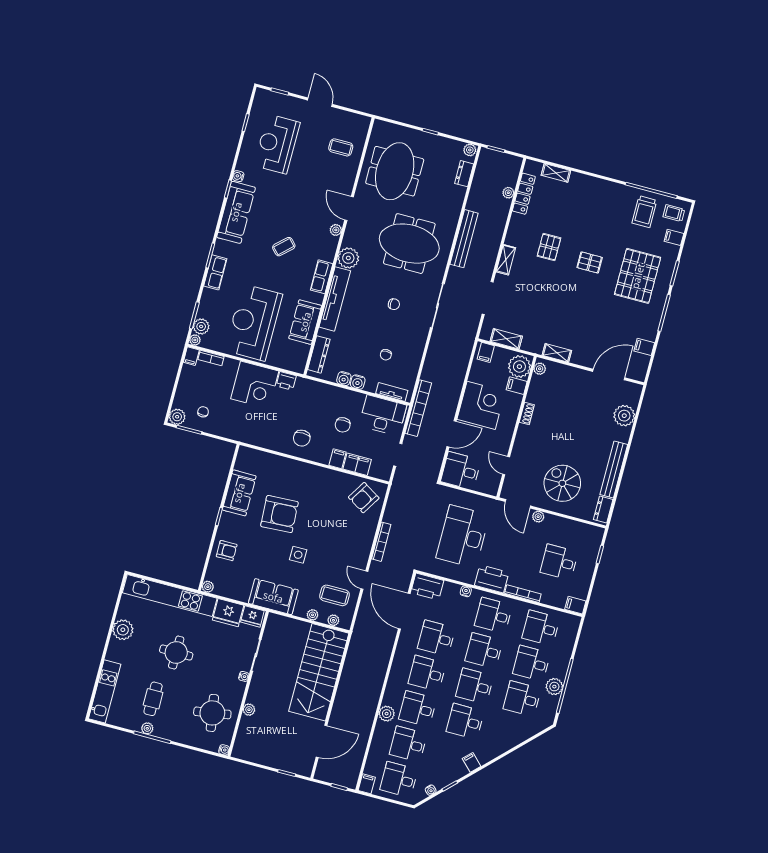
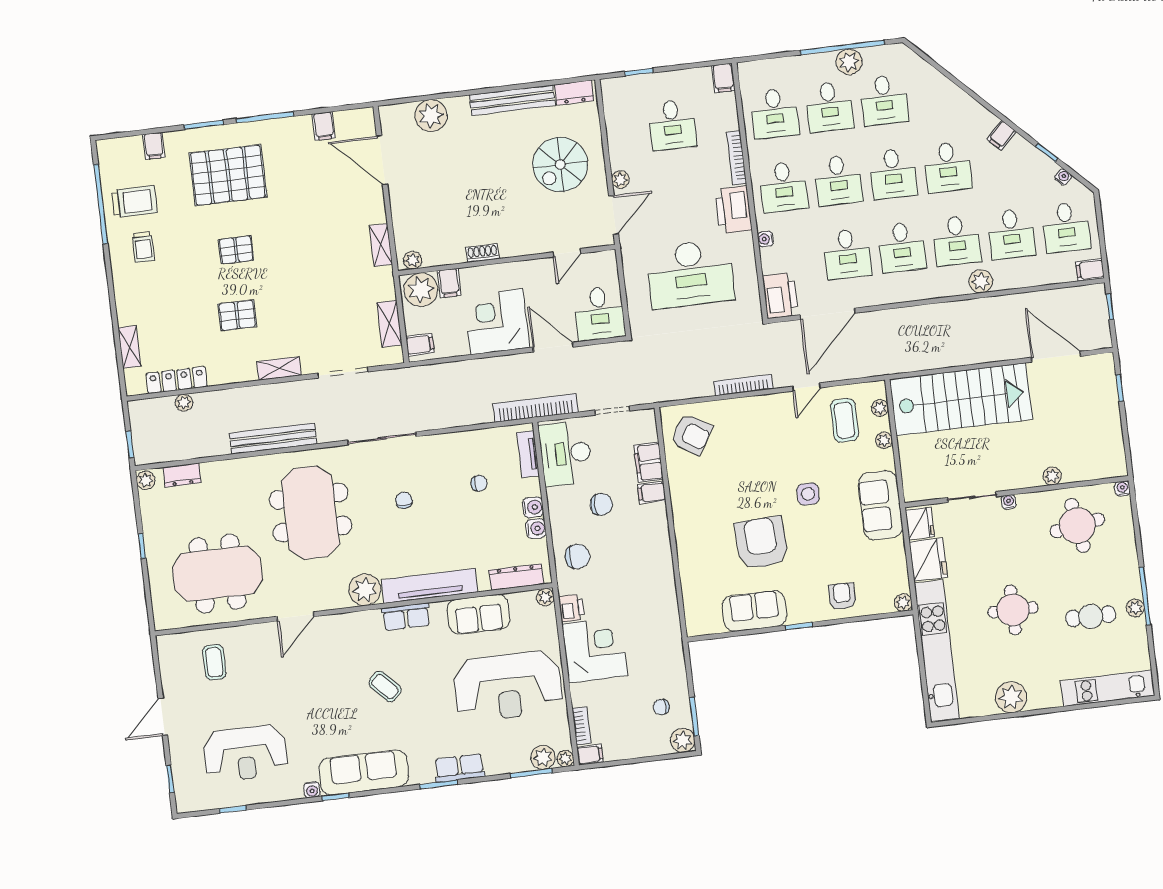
trolley: (674, 213) -> (143, 247), moved
plant: (336, 230) -> (545, 597), moved
pallet: (590, 262) -> (236, 250), turned 90
chair: (302, 438) -> (577, 556), moved

